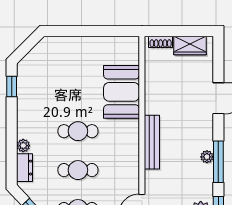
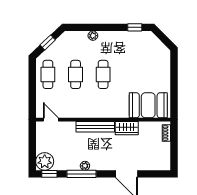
wardrobe: (190, 46) -> (127, 128), moved, turned -90
booth: (122, 92) -> (148, 105), moved
dresser: (24, 168) -> (77, 36), removed

